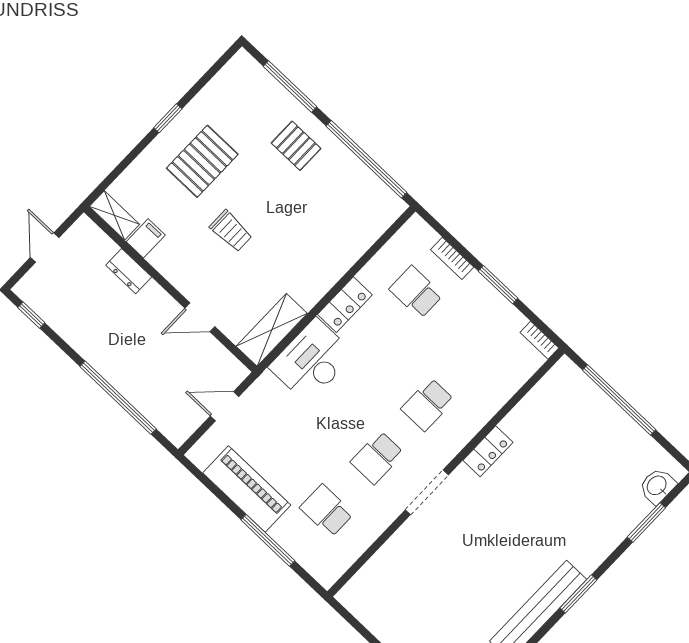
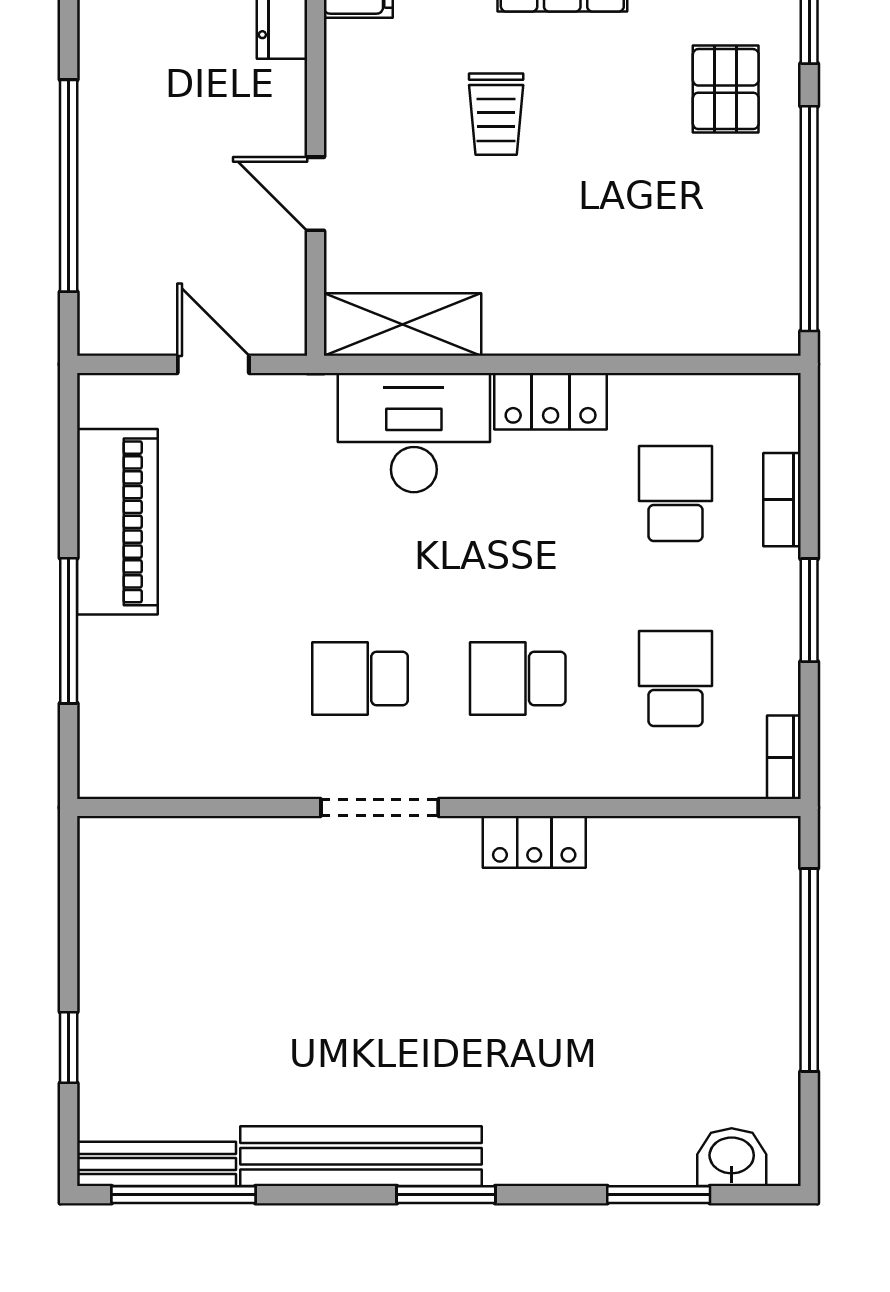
school desk: (327, 511) -> (675, 678), moved

